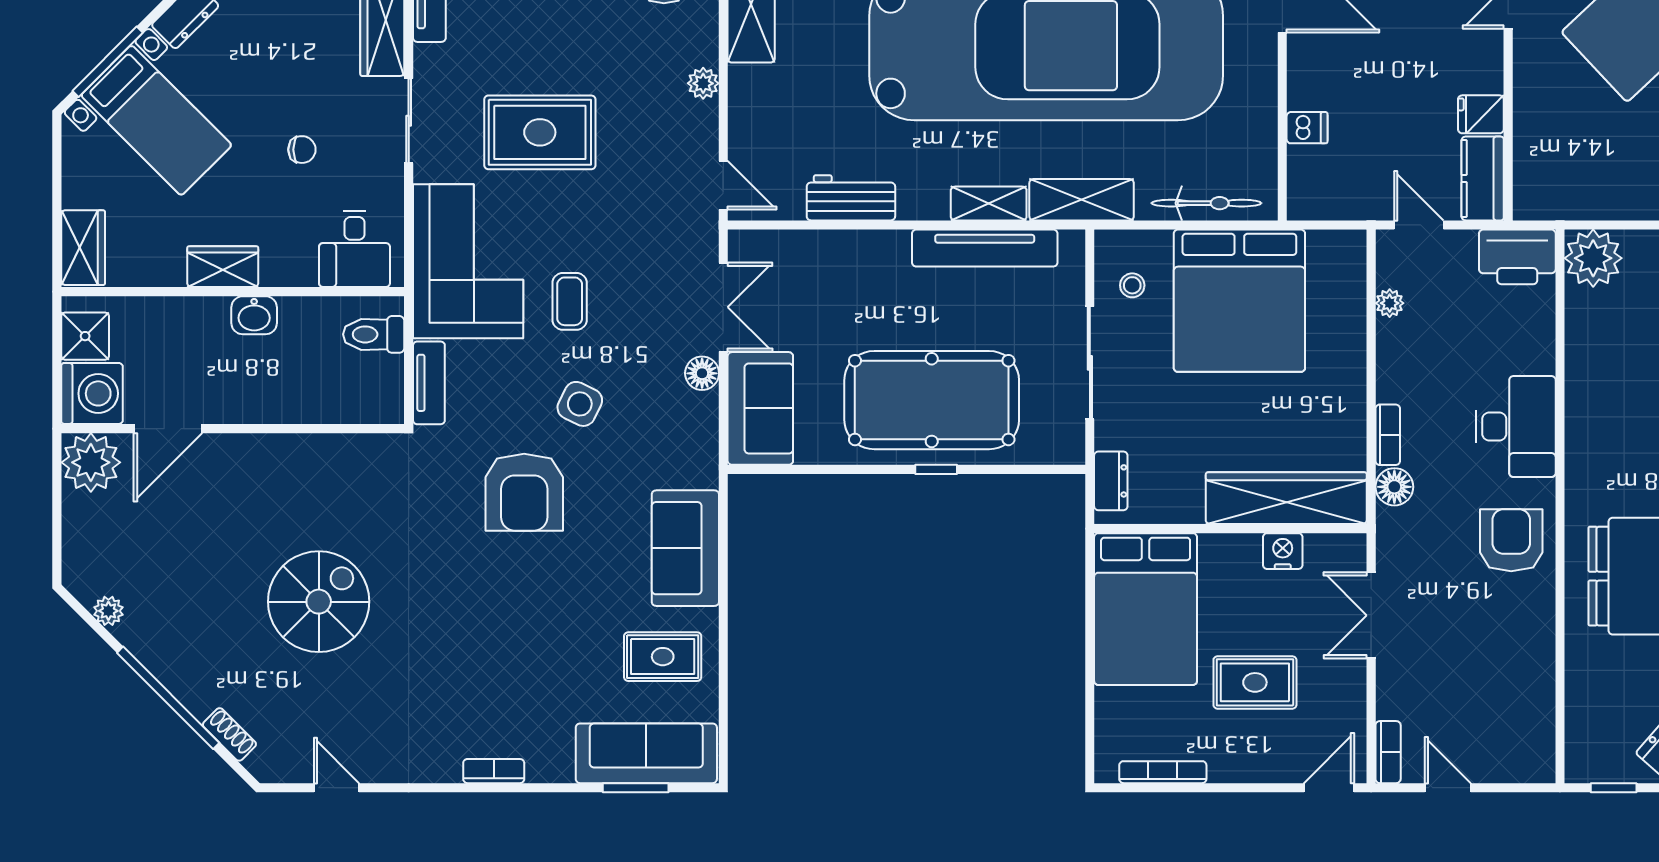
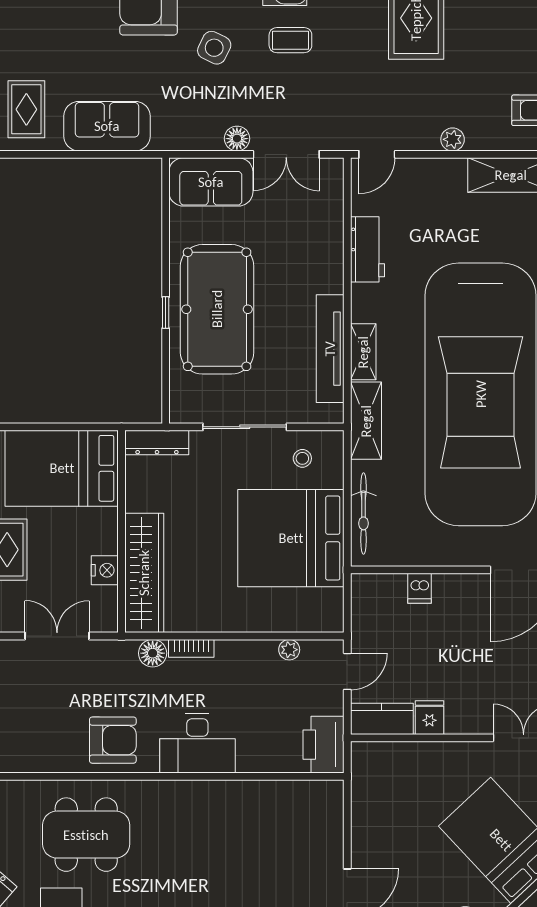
plant: (1593, 258) -> (323, 801), removed
dresser: (1111, 481) -> (157, 442), width x1.44

